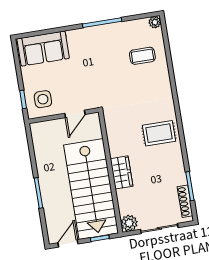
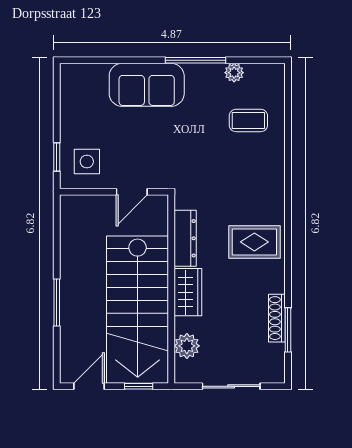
plant: (155, 22) -> (234, 73), moved
sofa: (43, 49) -> (147, 85), moved
dresser: (114, 138) -> (185, 238), added
shoe rack: (185, 201) -> (277, 318), moved
plant: (129, 223) -> (187, 346), moved

